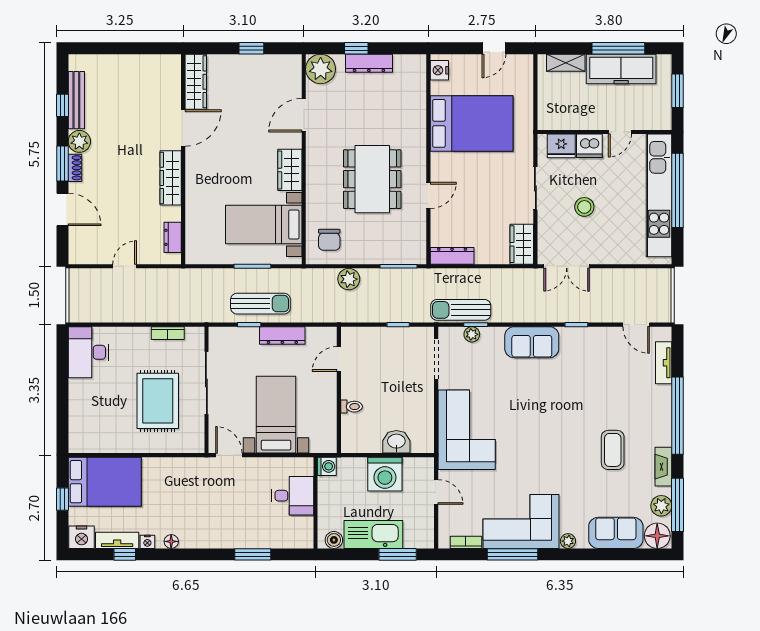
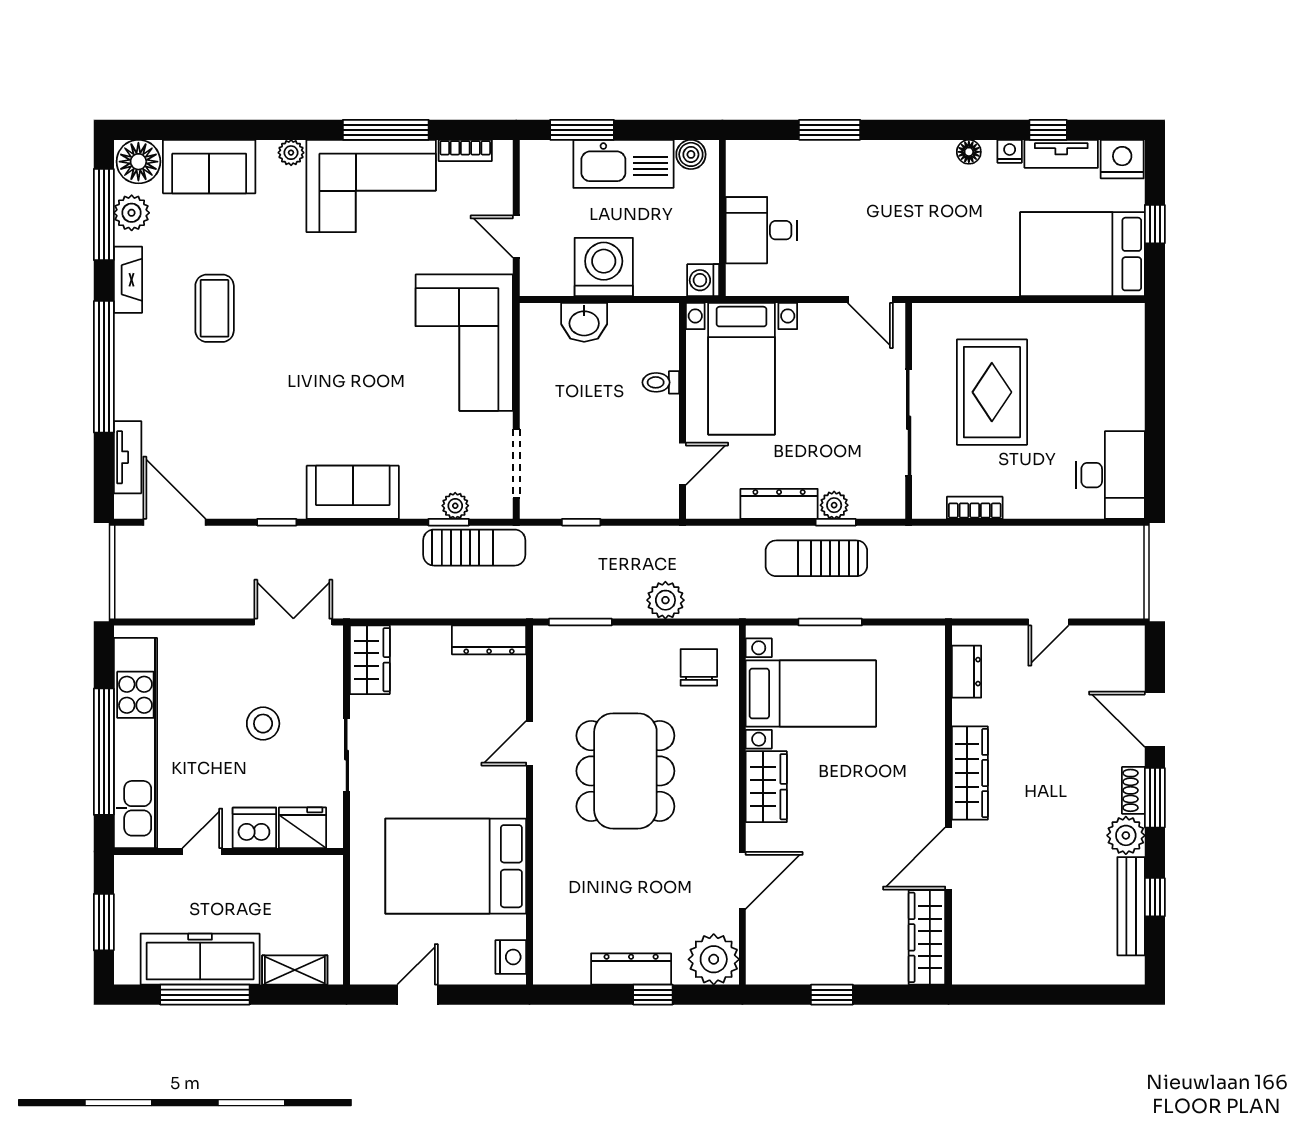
door: (636, 325) -> (174, 522), width x1.37
plant: (250, 335) -> (834, 505), added
bed with nightstands: (276, 415) -> (742, 369), moved

